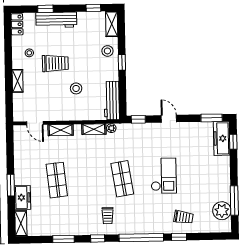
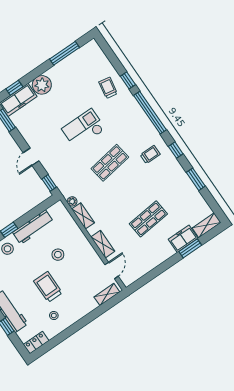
shelving: (18, 81) -> (107, 294), moved
workbench: (112, 101) -> (33, 227), moved
window: (11, 185) -> (190, 248), moved
plant: (222, 211) -> (42, 85), moved

